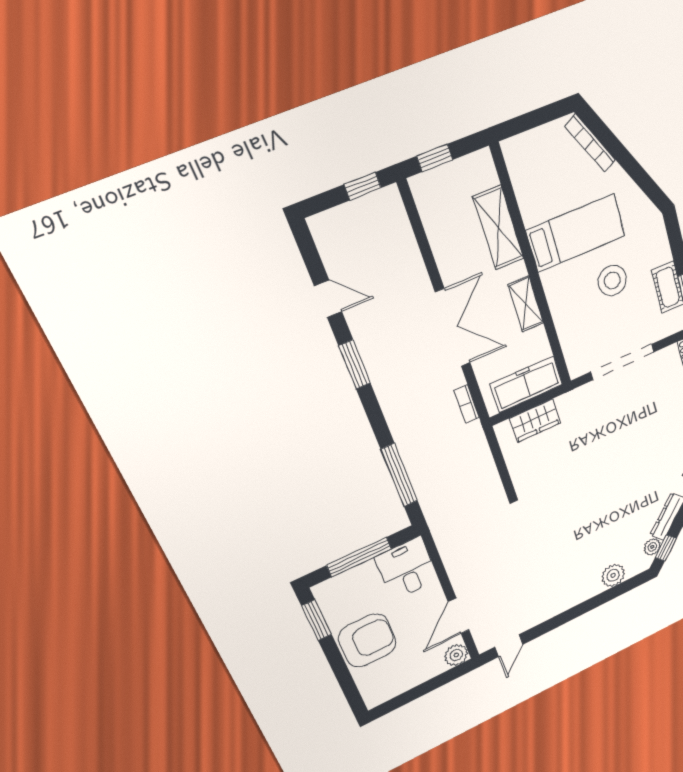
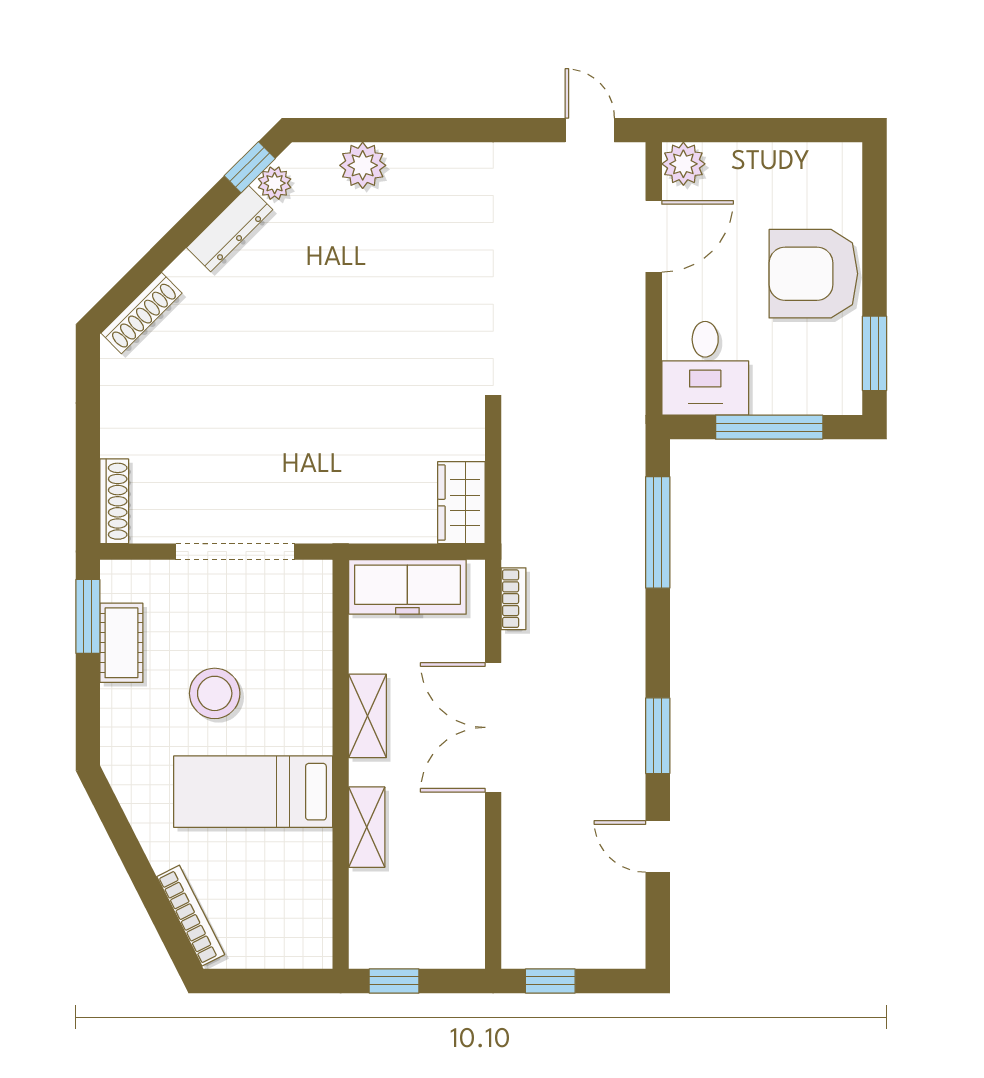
window: (435, 158) -> (394, 981), moved
shelving: (499, 228) -> (367, 827), width x0.67, depth x0.75
wardrobe: (535, 421) -> (461, 503), moved, turned -90
door: (509, 646) -> (590, 130), hinge flipped

